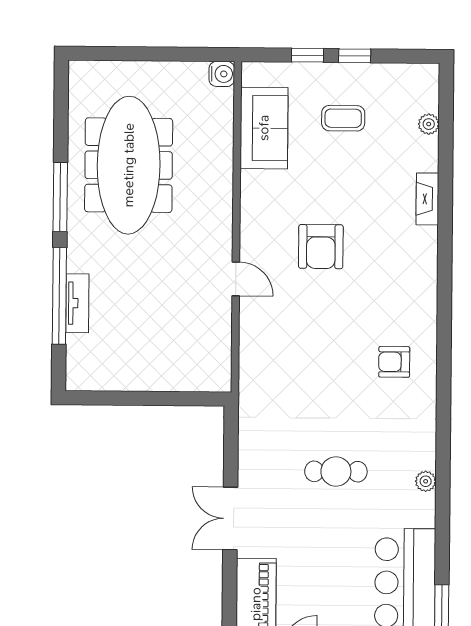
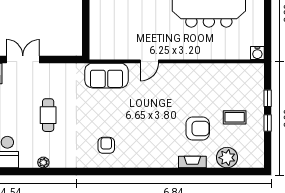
coffee table: (343, 118) -> (235, 117), turned 90
plant: (429, 124) -> (227, 158), width x1.88, depth x1.88
sofa: (264, 128) -> (106, 76), moved
armchair: (321, 247) -> (198, 128), moved, turned 180

